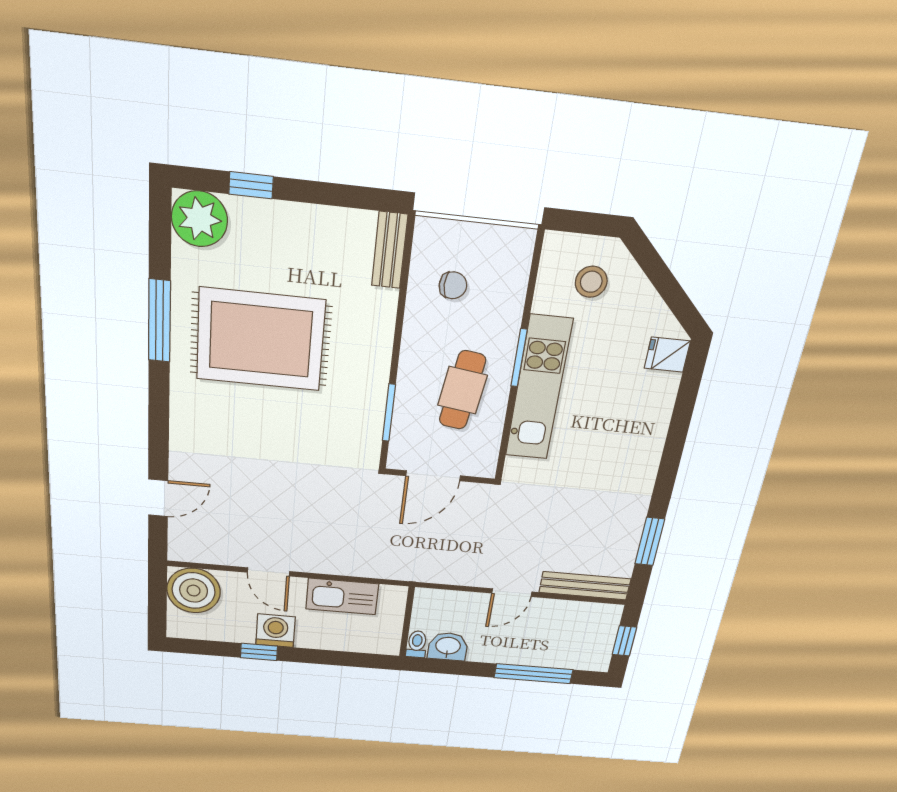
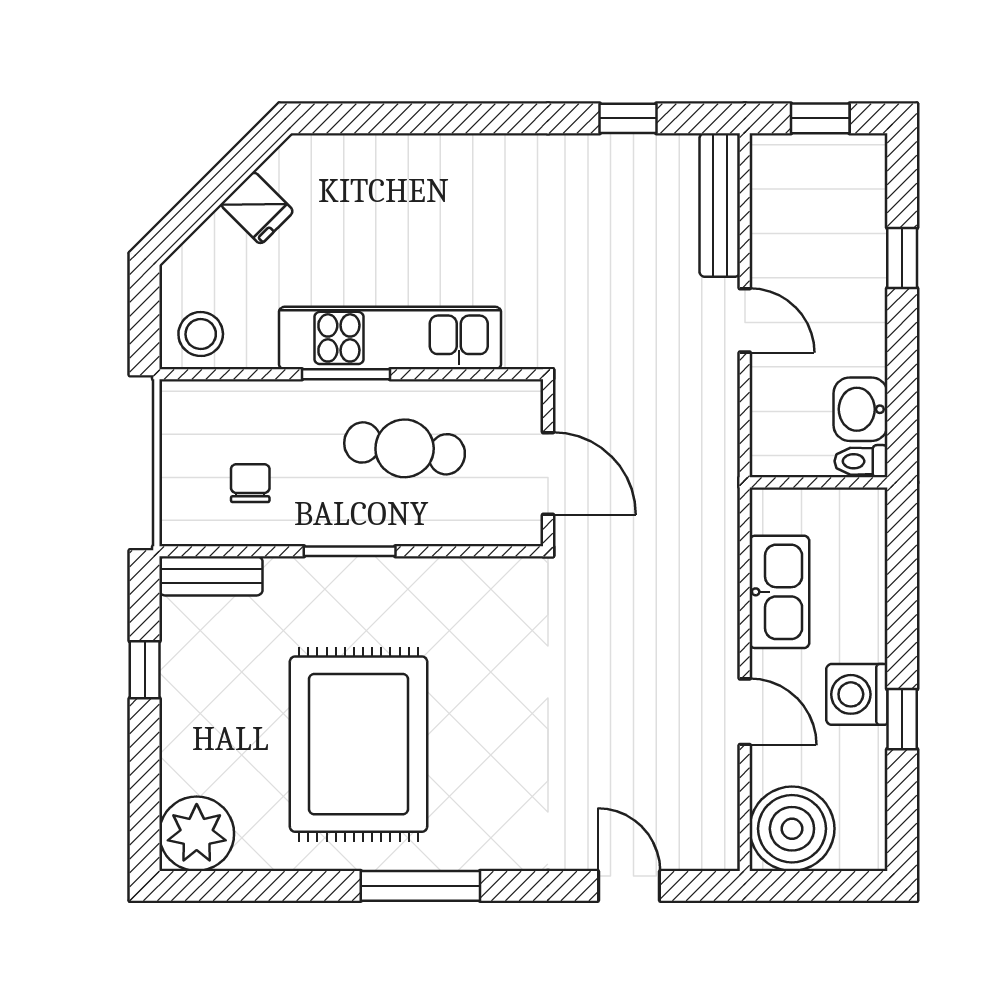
window: (251, 185) -> (145, 670), moved
stool: (591, 282) -> (201, 334), moved
window: (159, 321) -> (420, 886), moved
fridge: (667, 355) -> (257, 208), moved, turned -45
window: (389, 413) -> (350, 551), moved
window: (650, 542) -> (628, 118), width x0.67
door: (269, 572) -> (745, 712), hinge flipped
window: (534, 674) -> (902, 258), width x0.46

